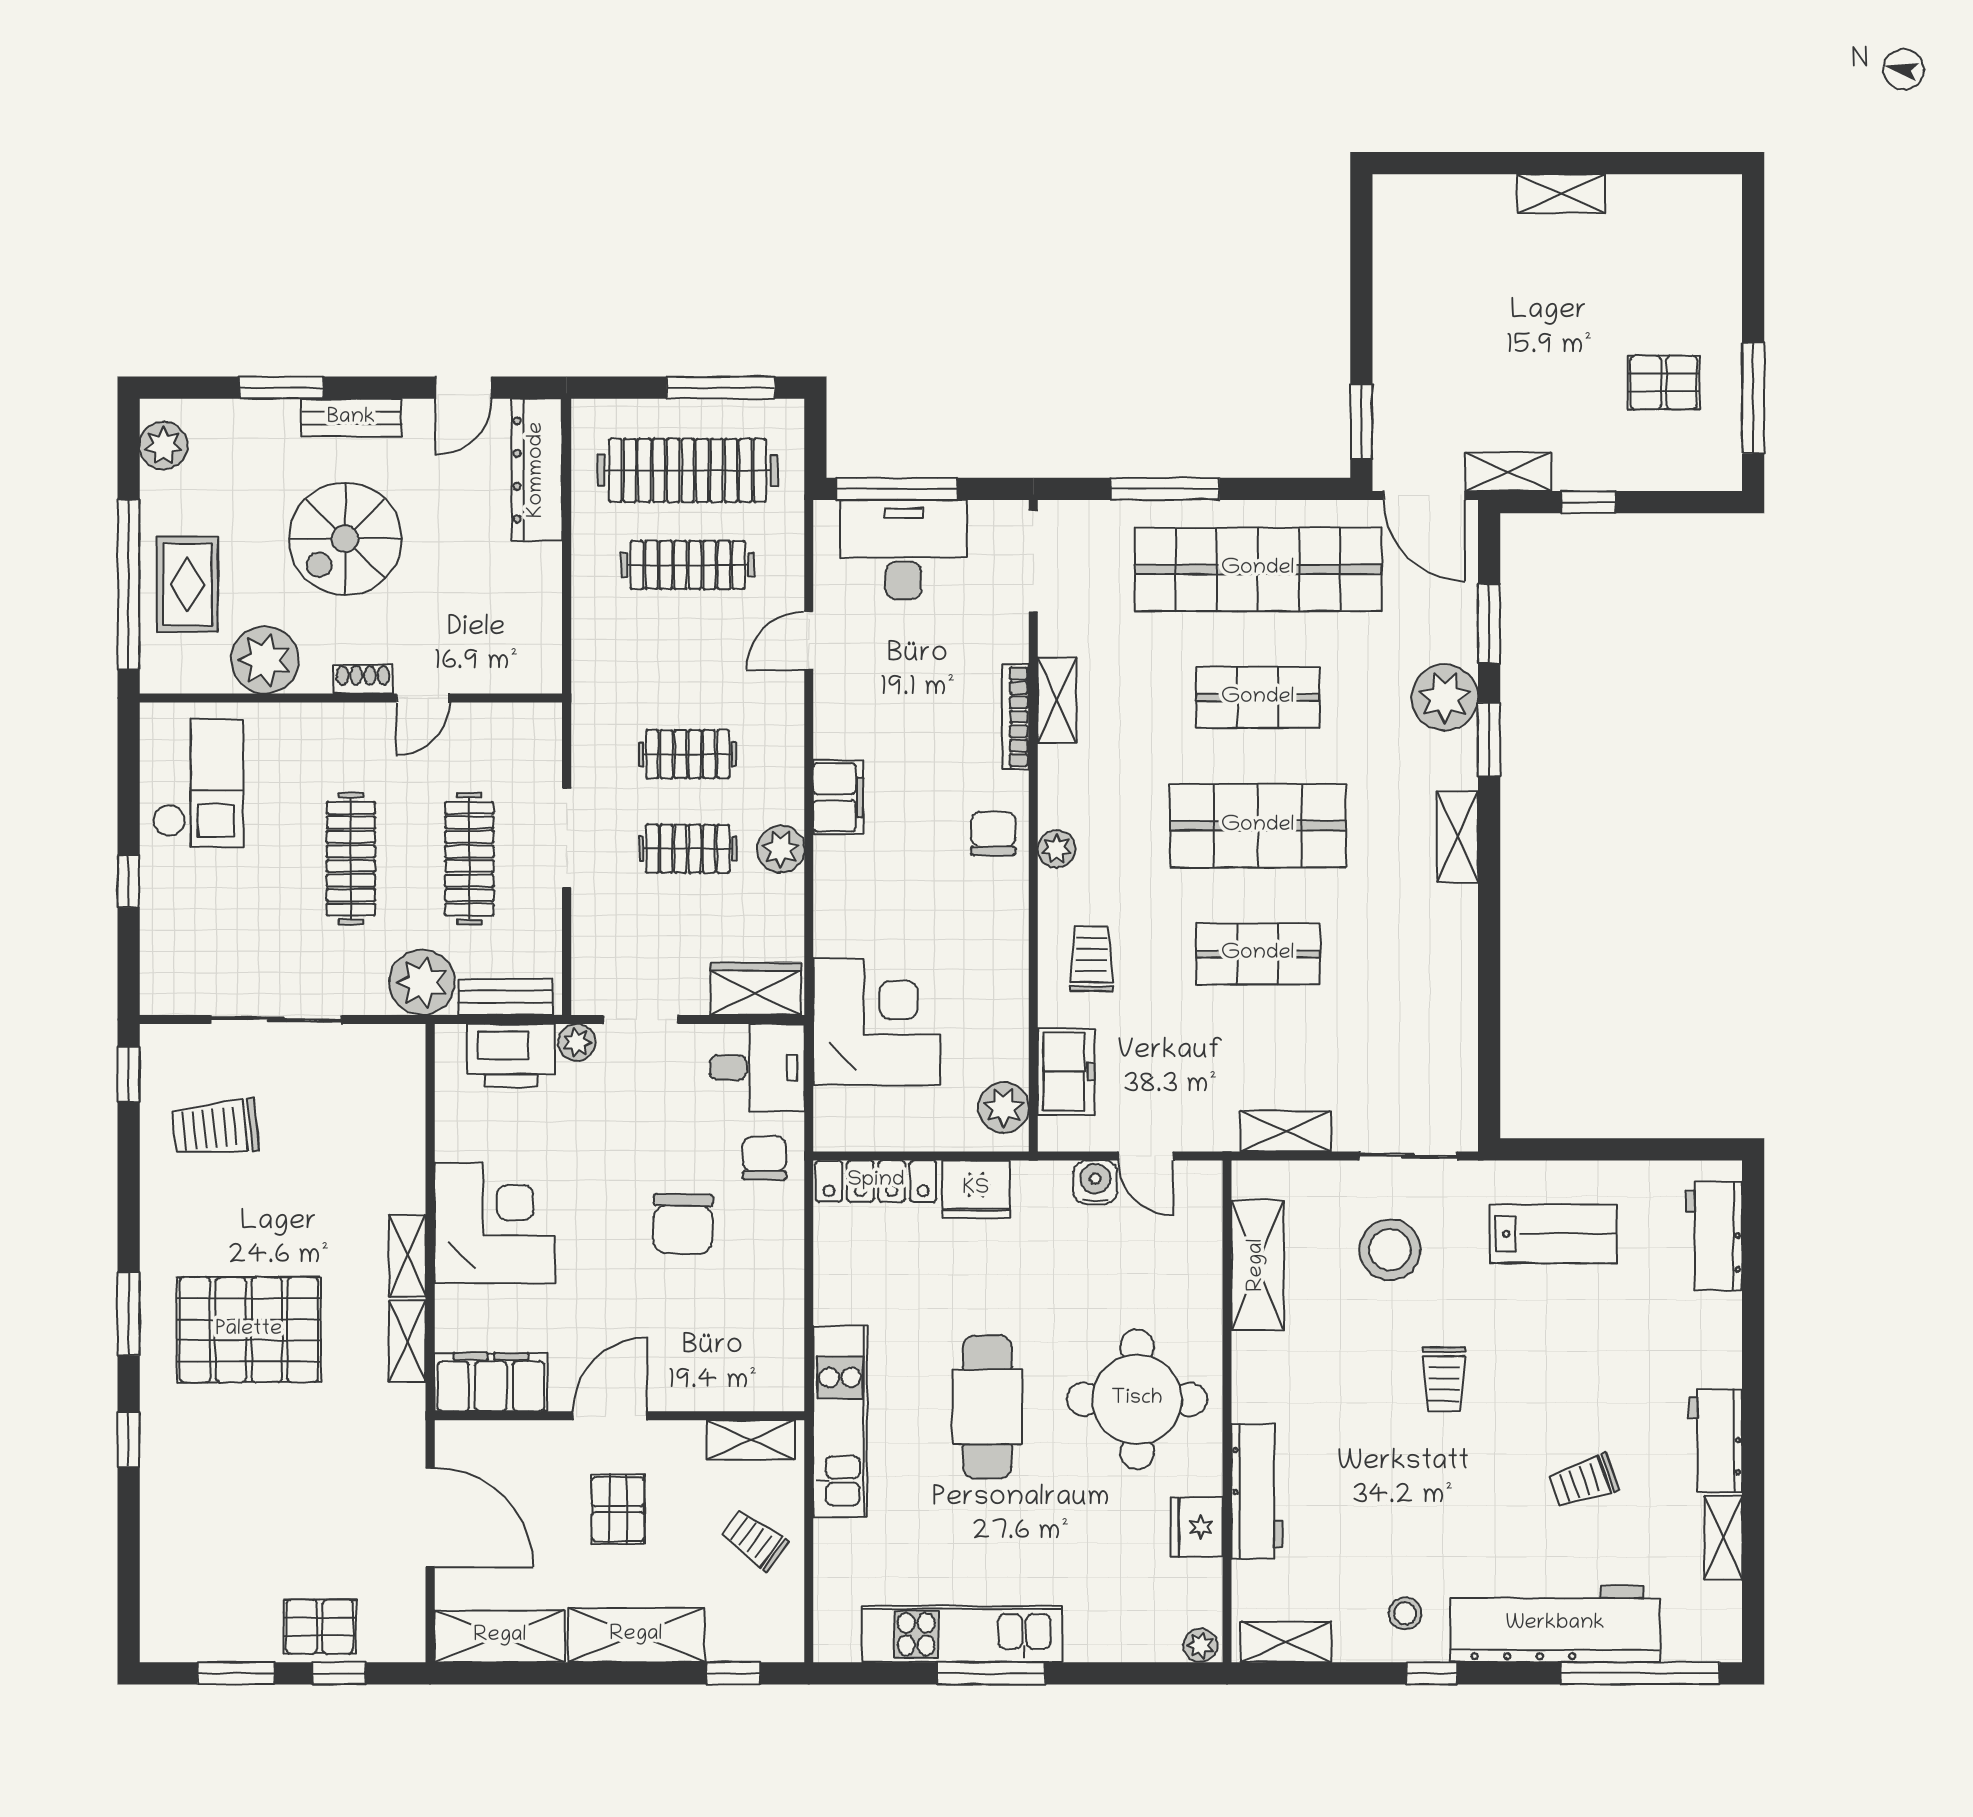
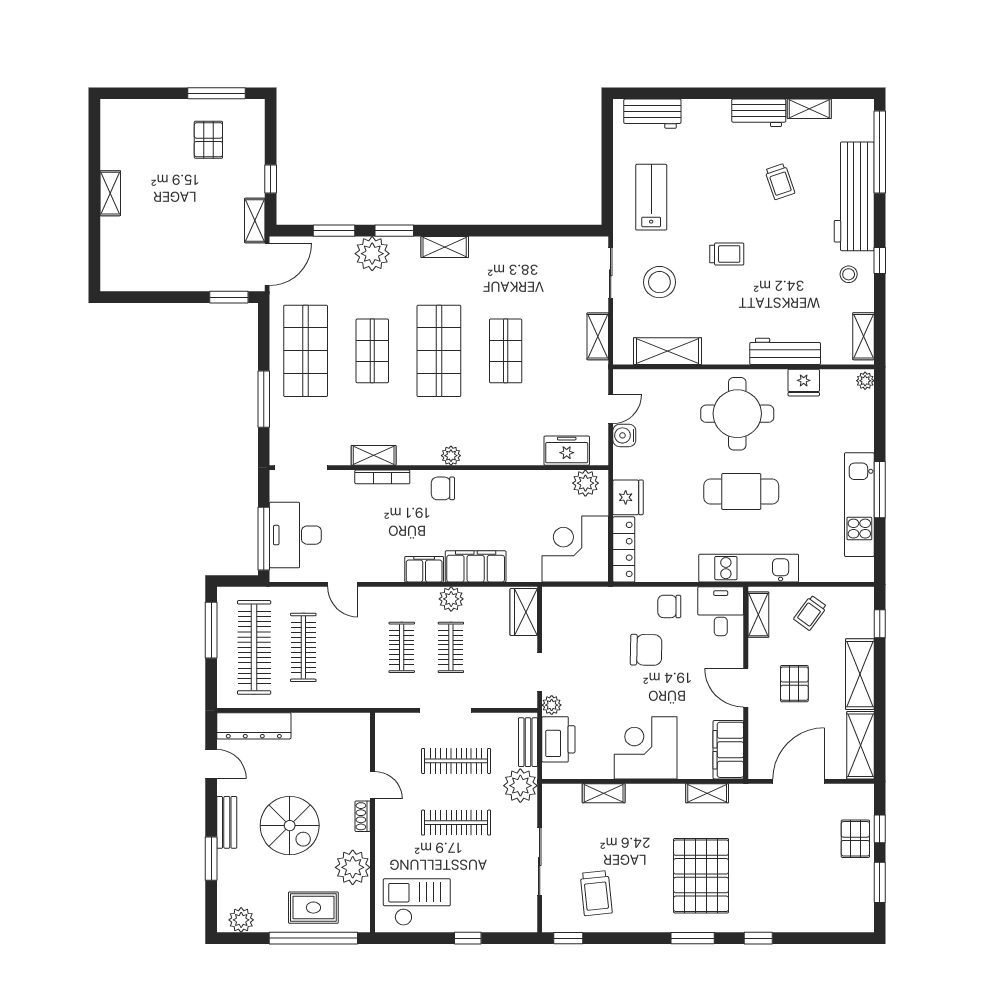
shop shelf: (1258, 569) -> (306, 351), width x0.71
filing cabinet: (843, 896) -> (476, 566), added
trolley: (1091, 959) -> (508, 437), removed
corner desk: (877, 1022) -> (575, 549), moved
desk: (757, 1068) -> (721, 611), moved
chair: (764, 1158) -> (669, 606), moved
shelving: (407, 1256) -> (604, 793), moved
pallet: (618, 1509) -> (794, 684), turned 90

